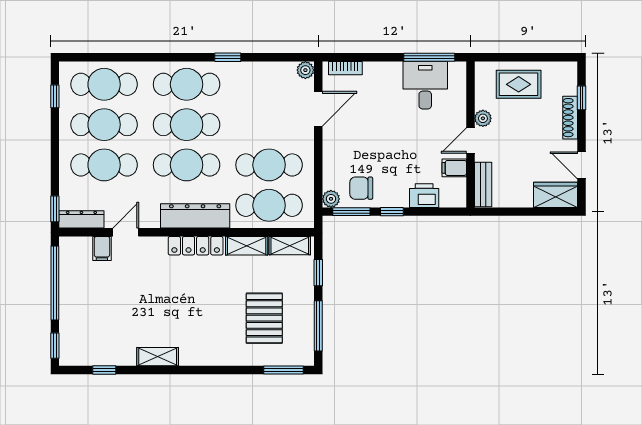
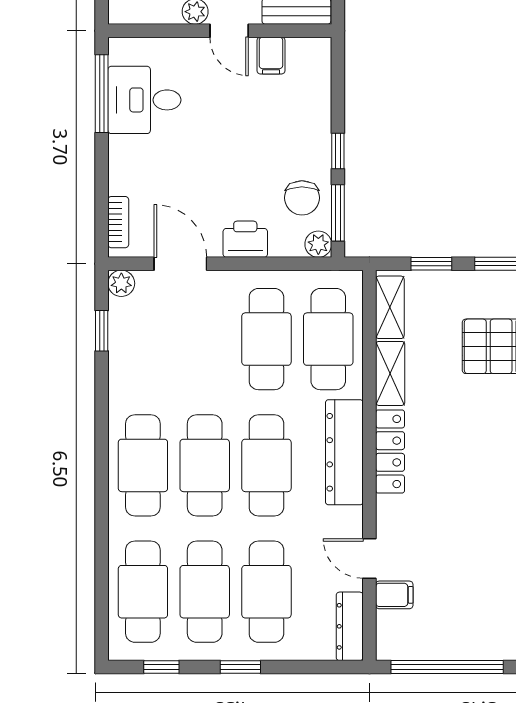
window: (228, 57) -> (102, 331), moved
printer: (424, 196) -> (245, 239), moved, turned 90
window: (55, 209) -> (240, 667), moved

